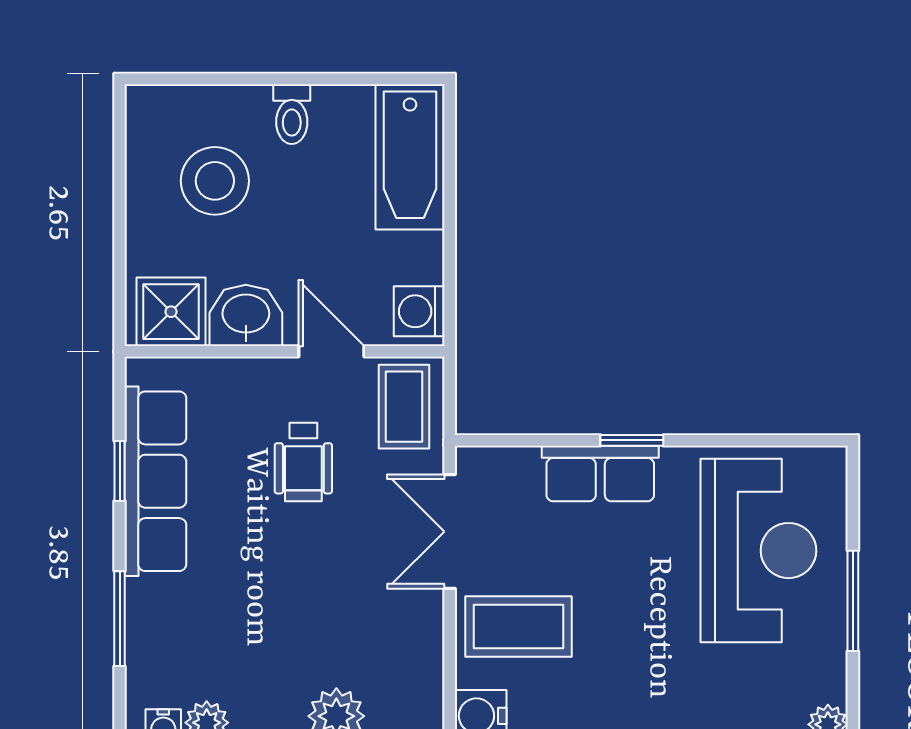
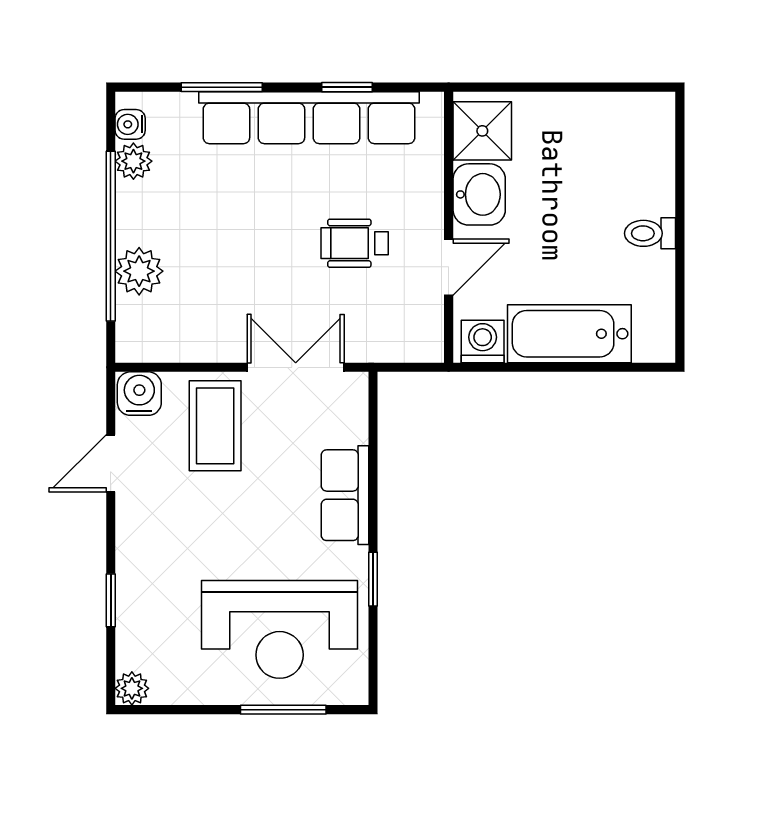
bathtub: (410, 157) -> (569, 334), moved
stool: (215, 181) -> (593, 168), removed
coffee table: (404, 407) -> (402, 329), removed
window: (632, 440) -> (373, 579), moved
row of seats: (155, 481) -> (309, 118), width x1.36
window: (853, 601) -> (283, 710), moved

